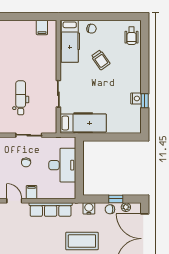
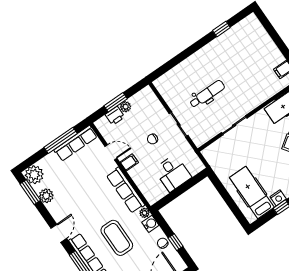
hospital bed: (83, 123) -> (252, 192), moved, turned 180
desk: (62, 165) -> (173, 173), width x0.73
door: (14, 201) -> (111, 152), hinge flipped
plant: (126, 207) -> (144, 213), moved

